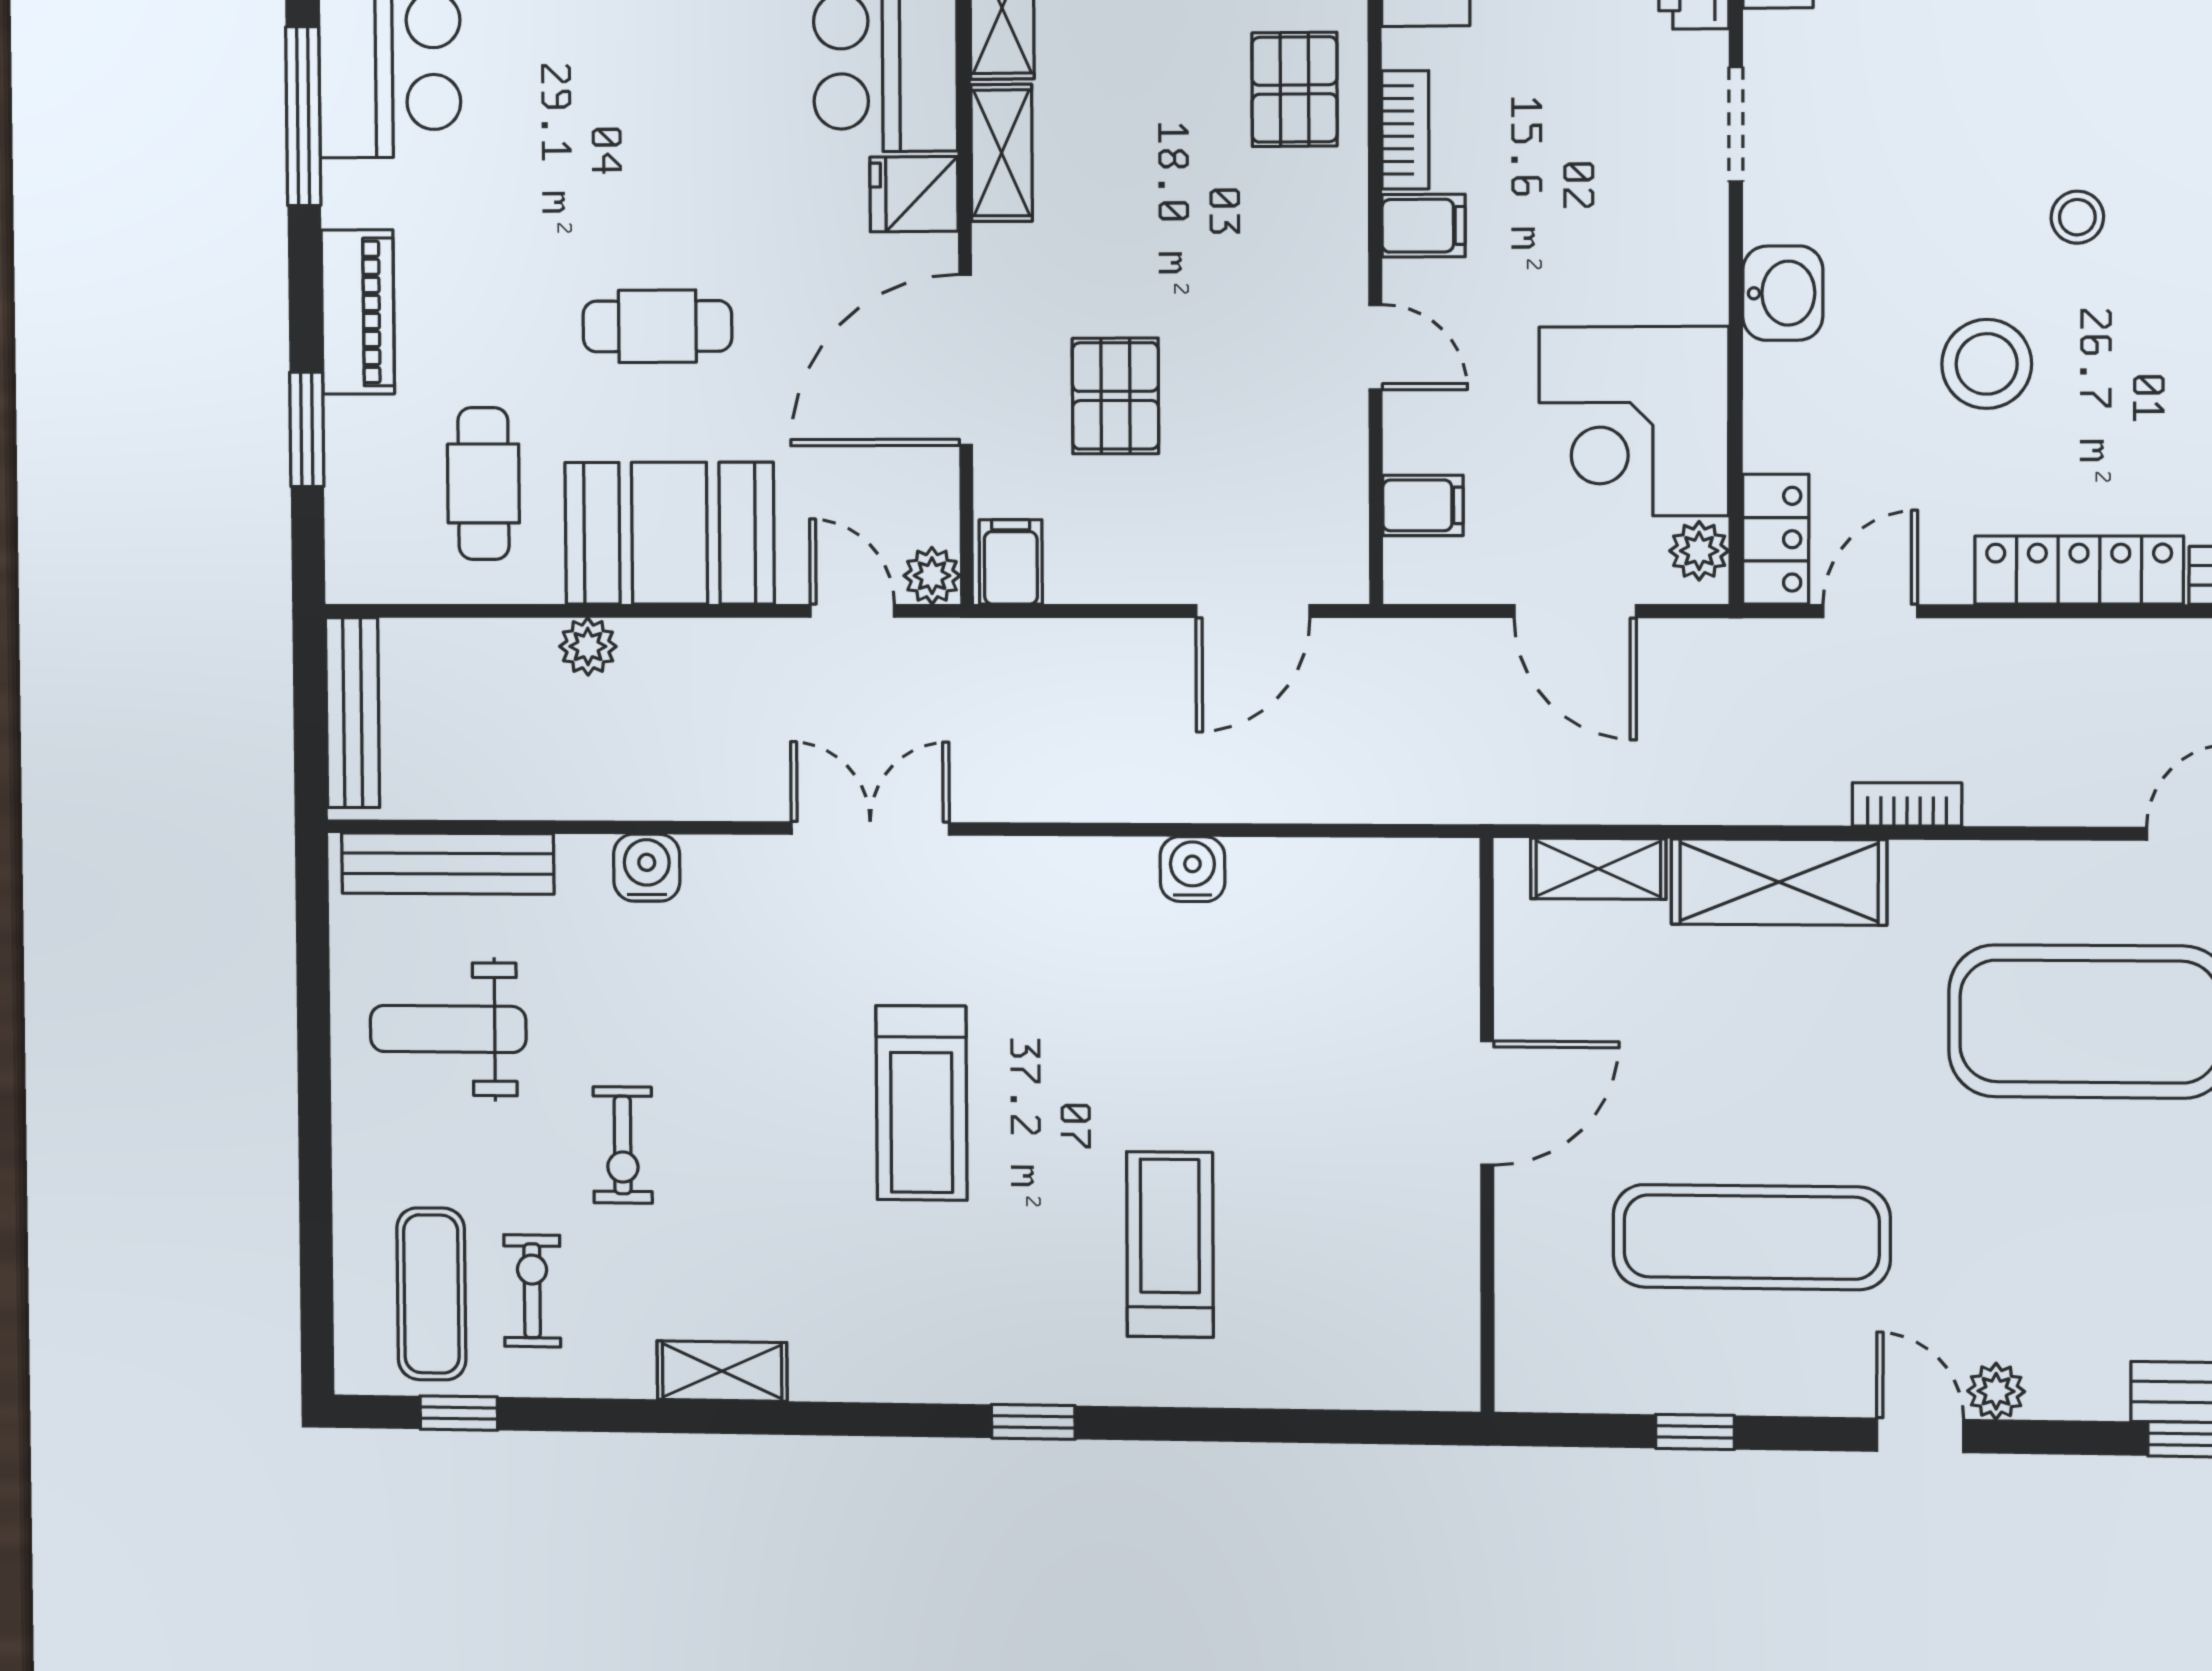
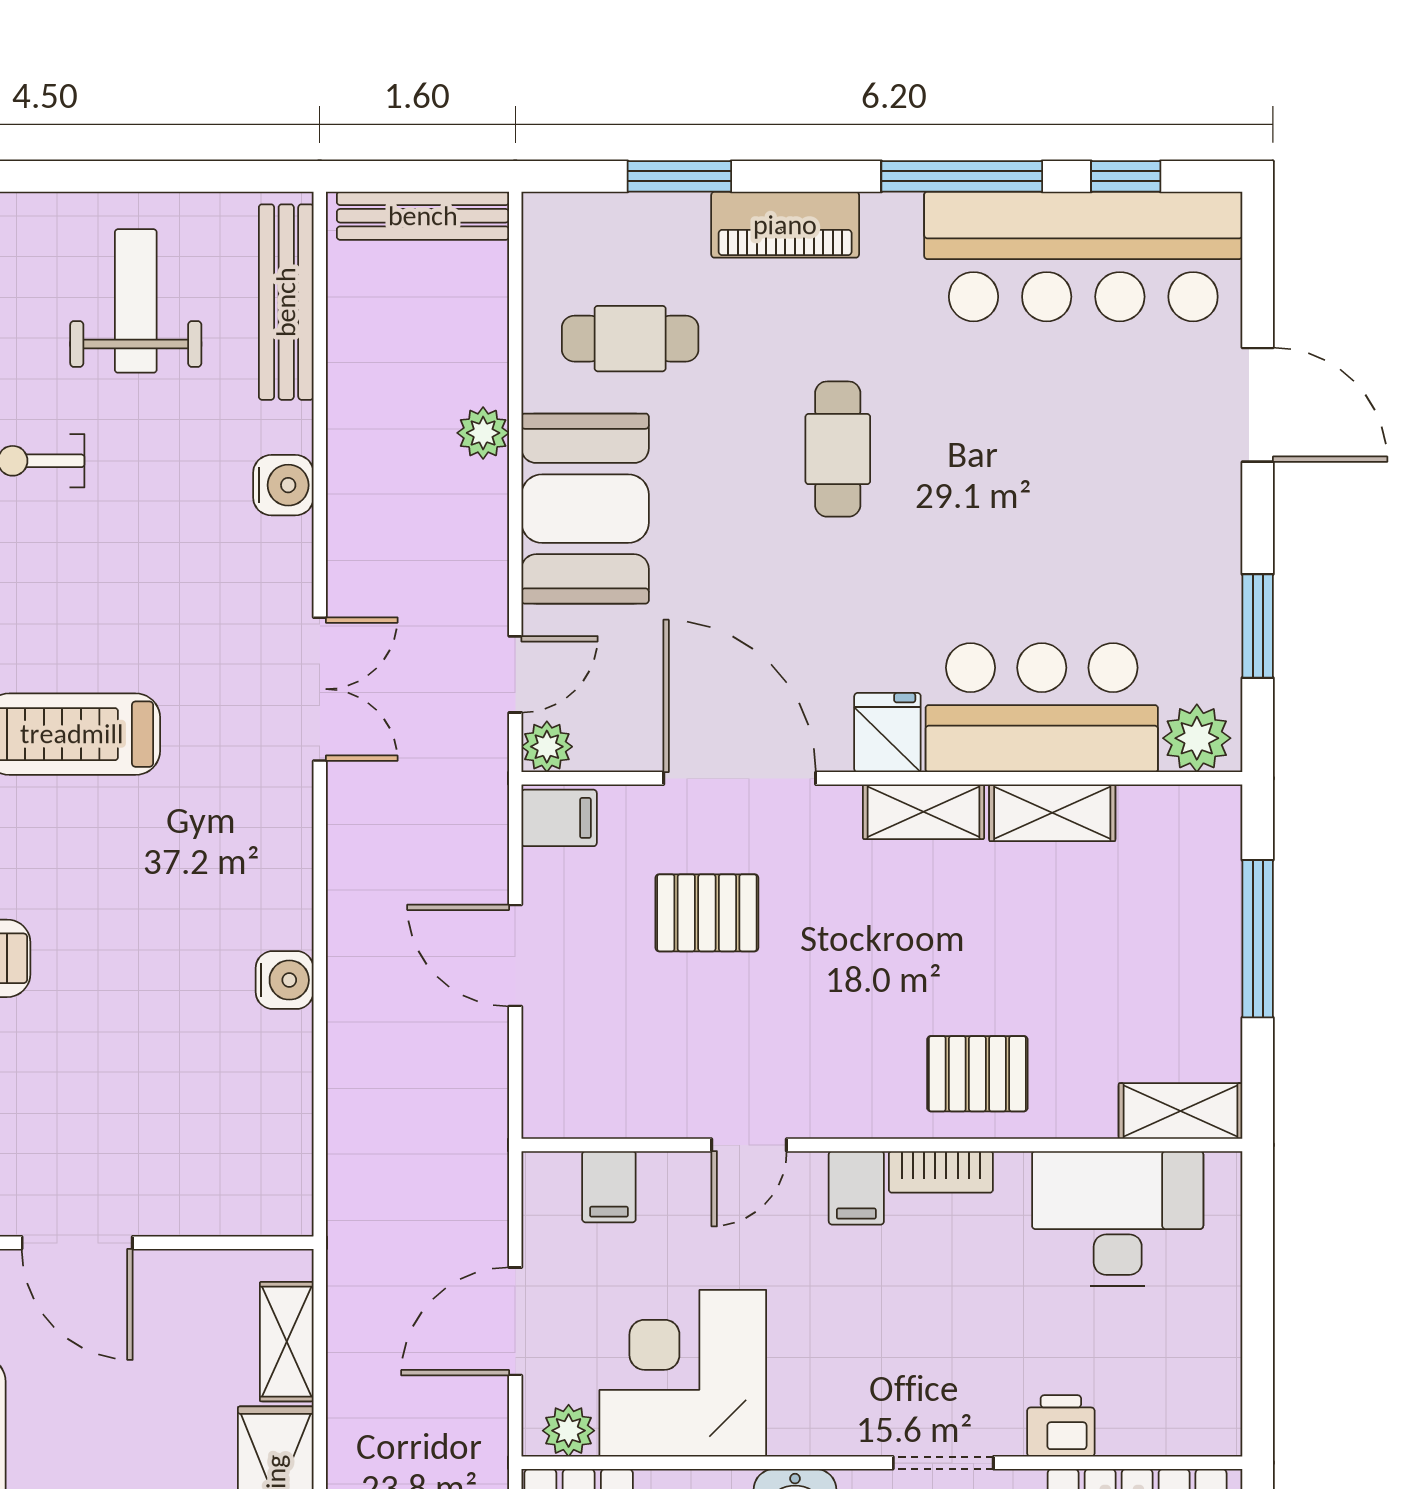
cafe table: (657, 326) -> (838, 449), moved
door: (1253, 611) -> (515, 956), moved

